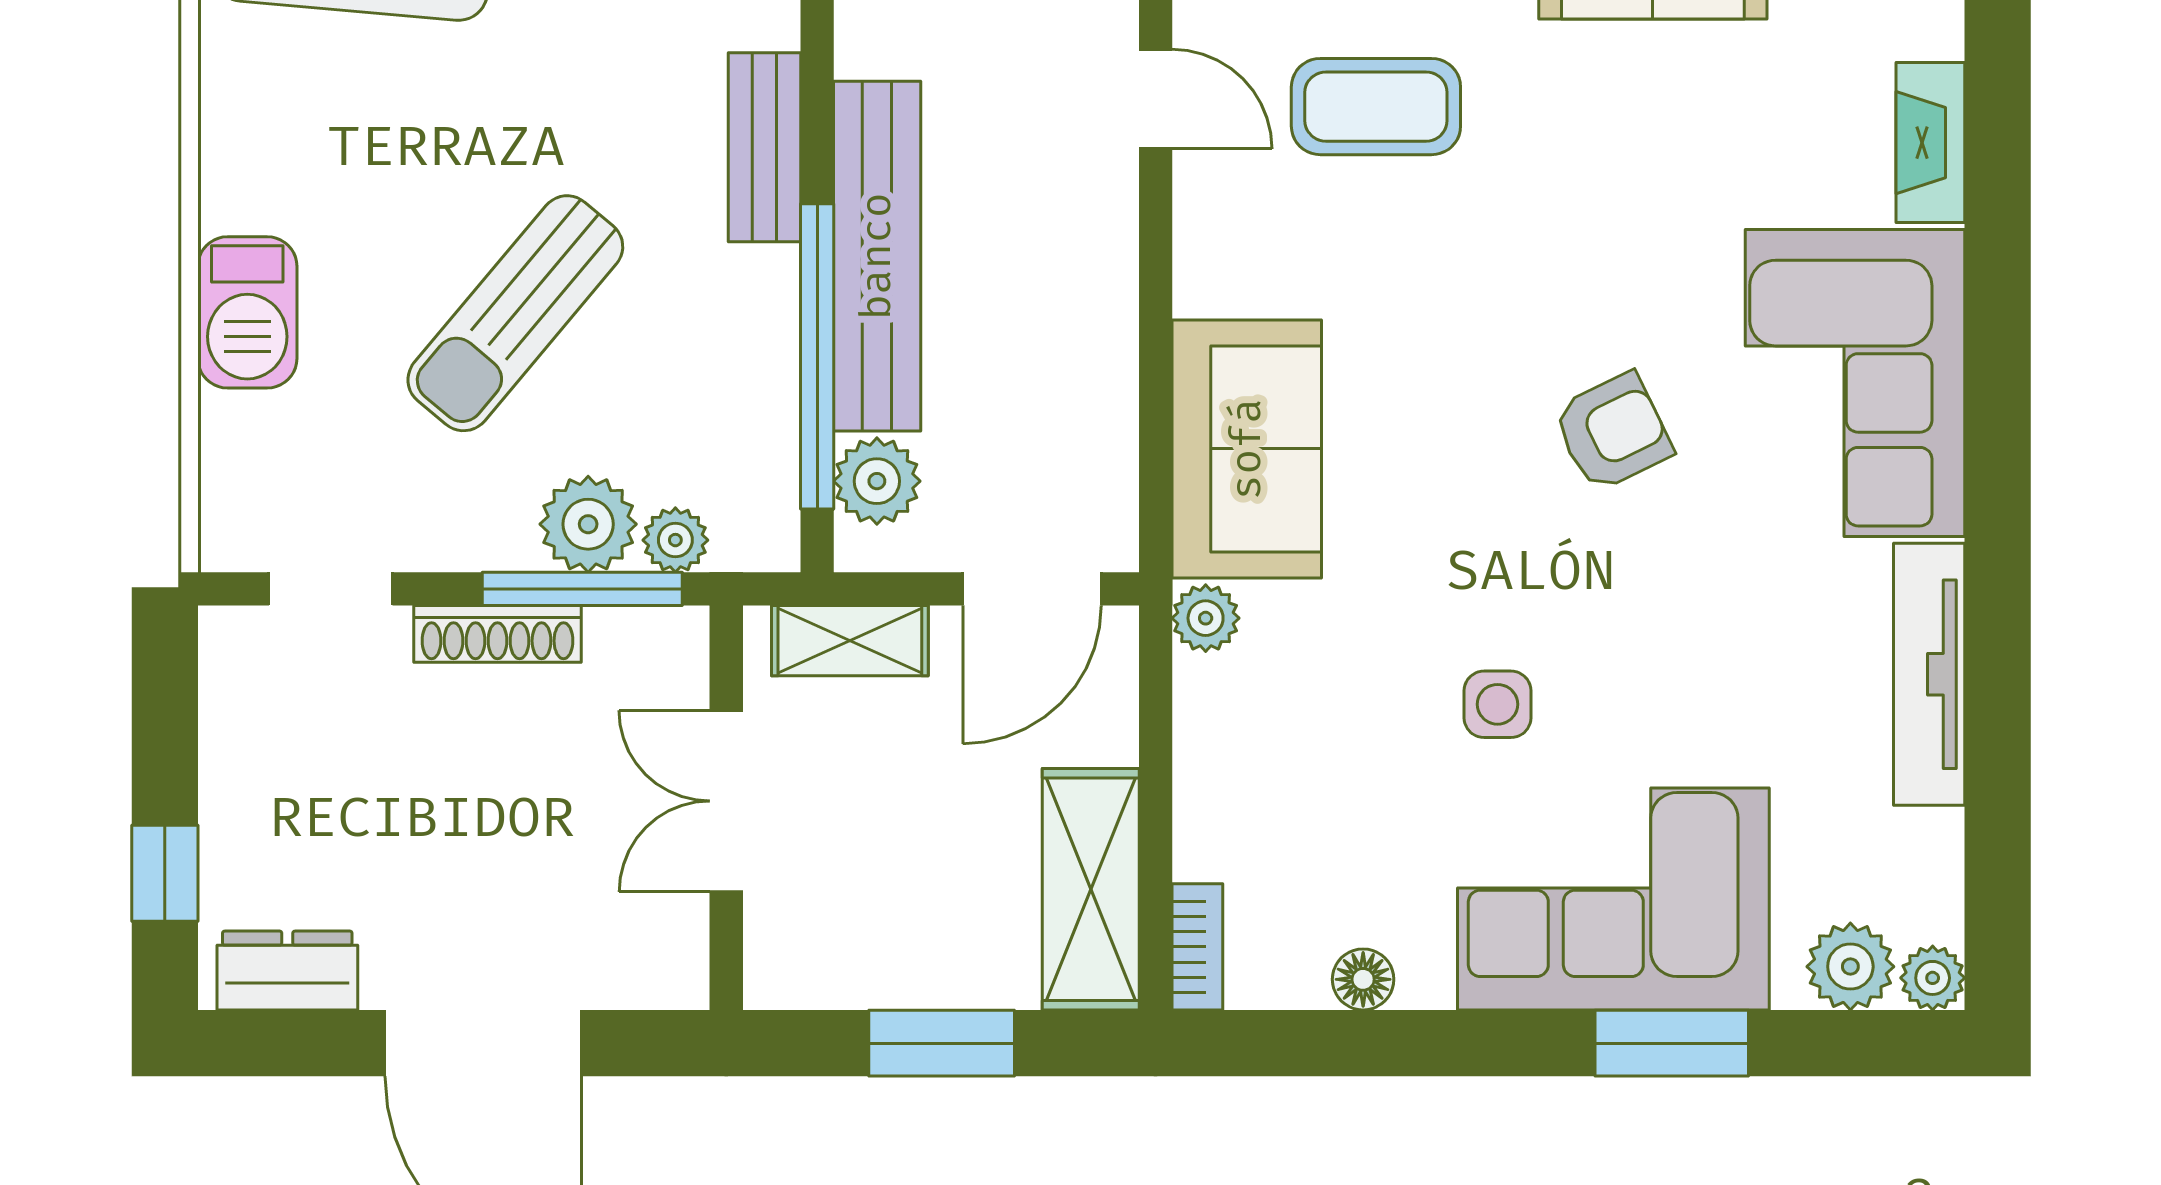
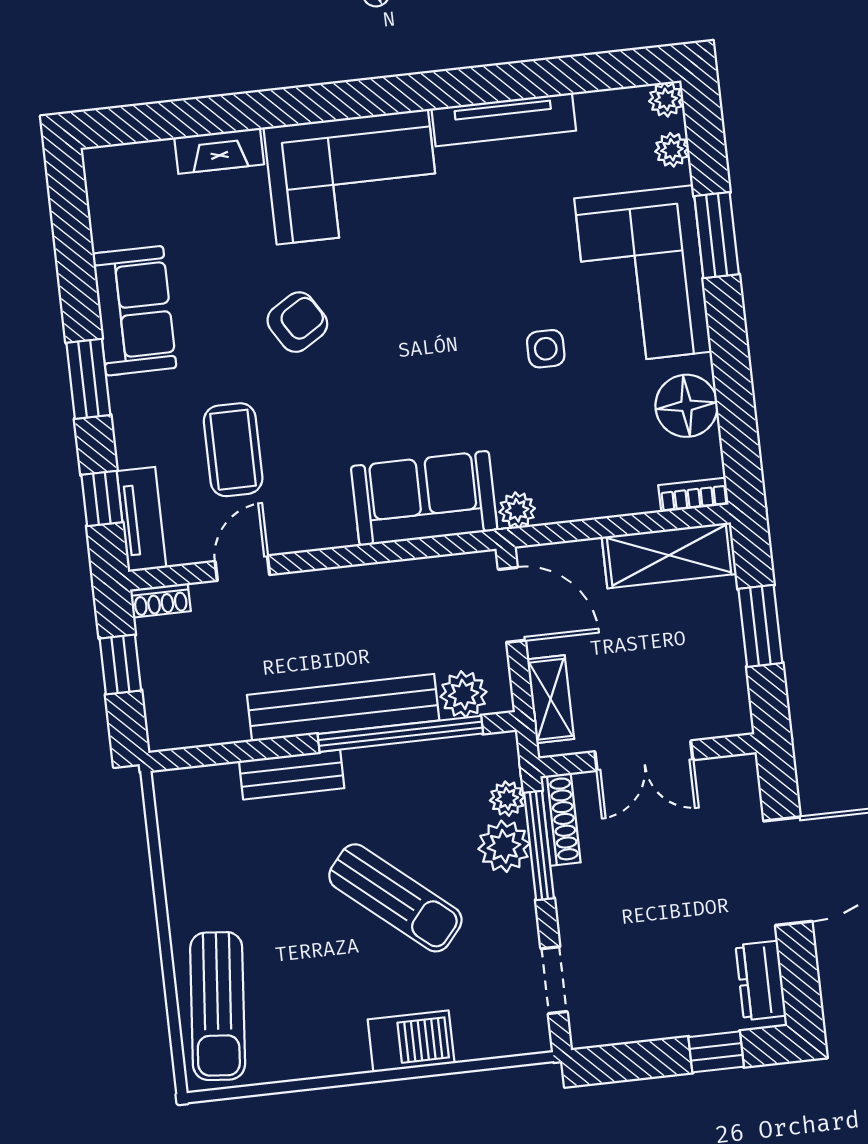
armchair: (1613, 432) -> (297, 322), moved, turned 84
shoe rack: (497, 634) -> (560, 819), moved
plant: (1850, 967) -> (672, 150), width x0.73, depth x0.73
floor lamp: (1363, 979) -> (687, 406), width x1.89, depth x1.89

